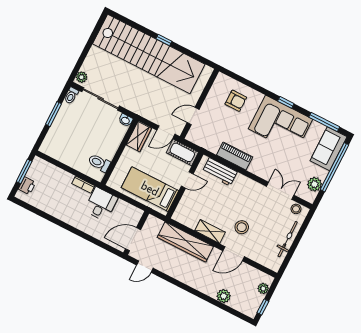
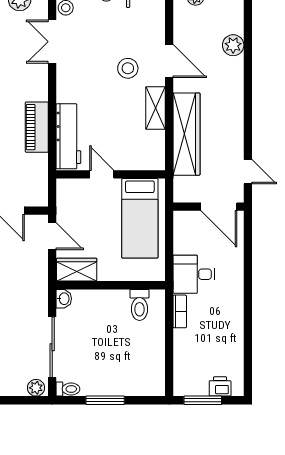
cot: (182, 152) -> (68, 200), removed
workbench: (220, 172) -> (68, 136), width x1.38

